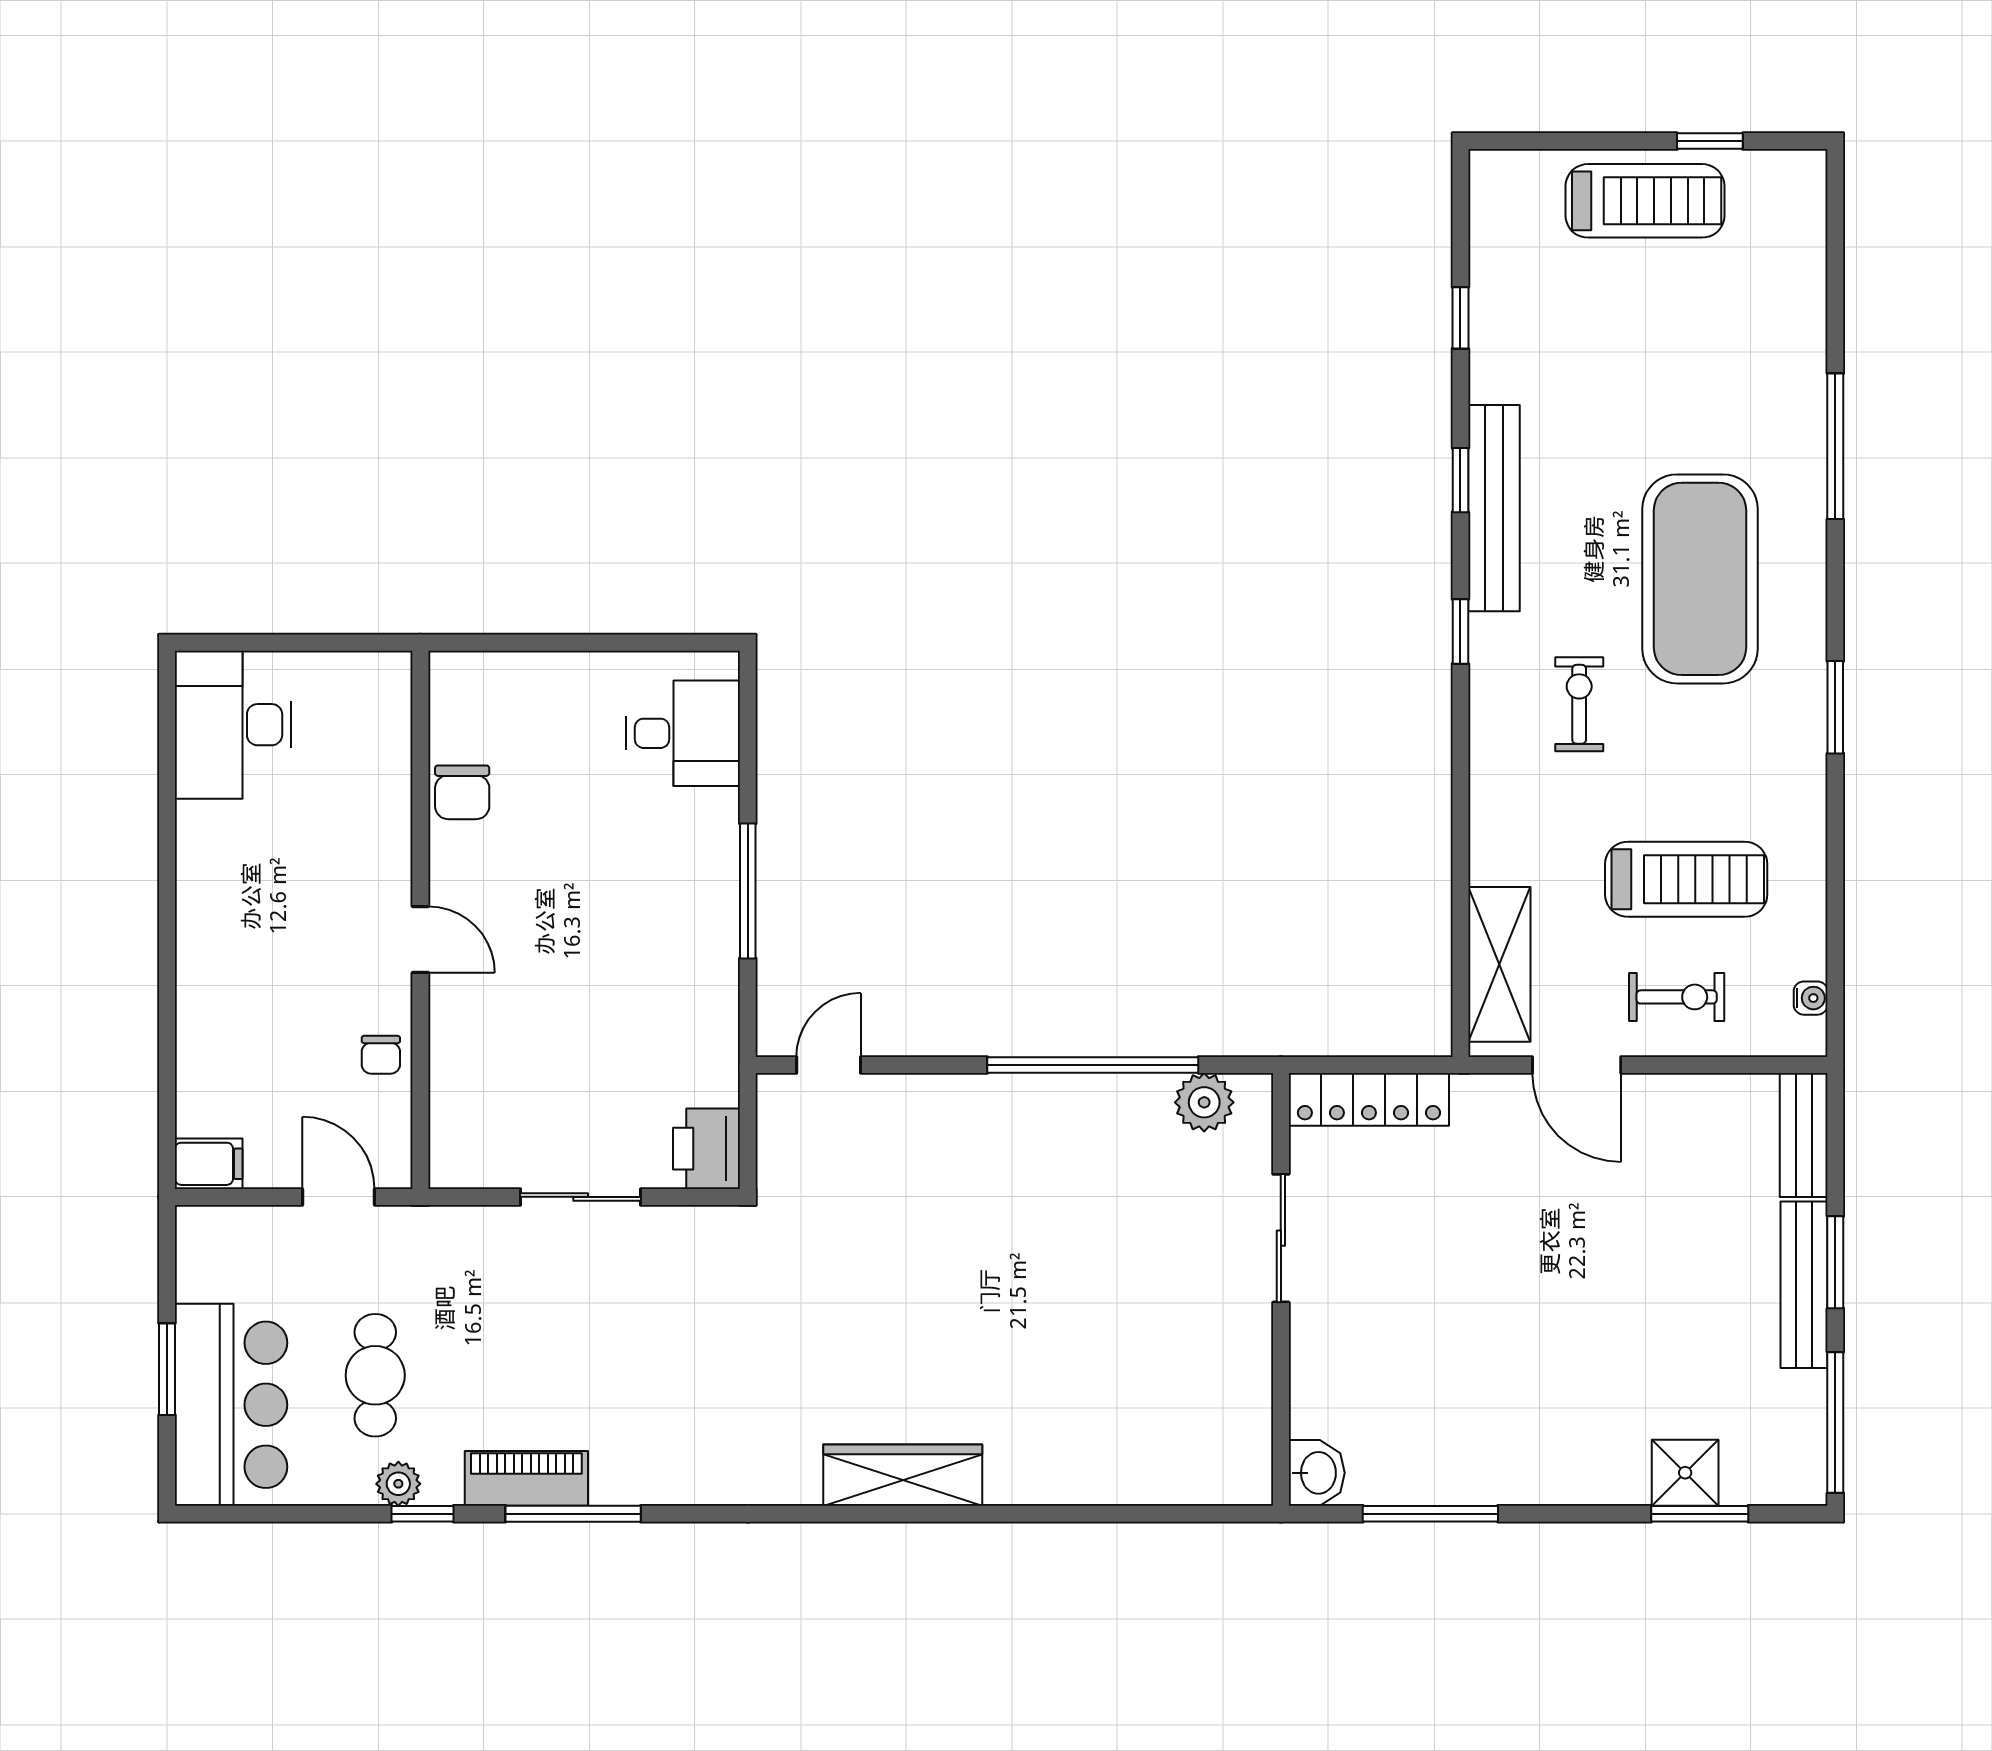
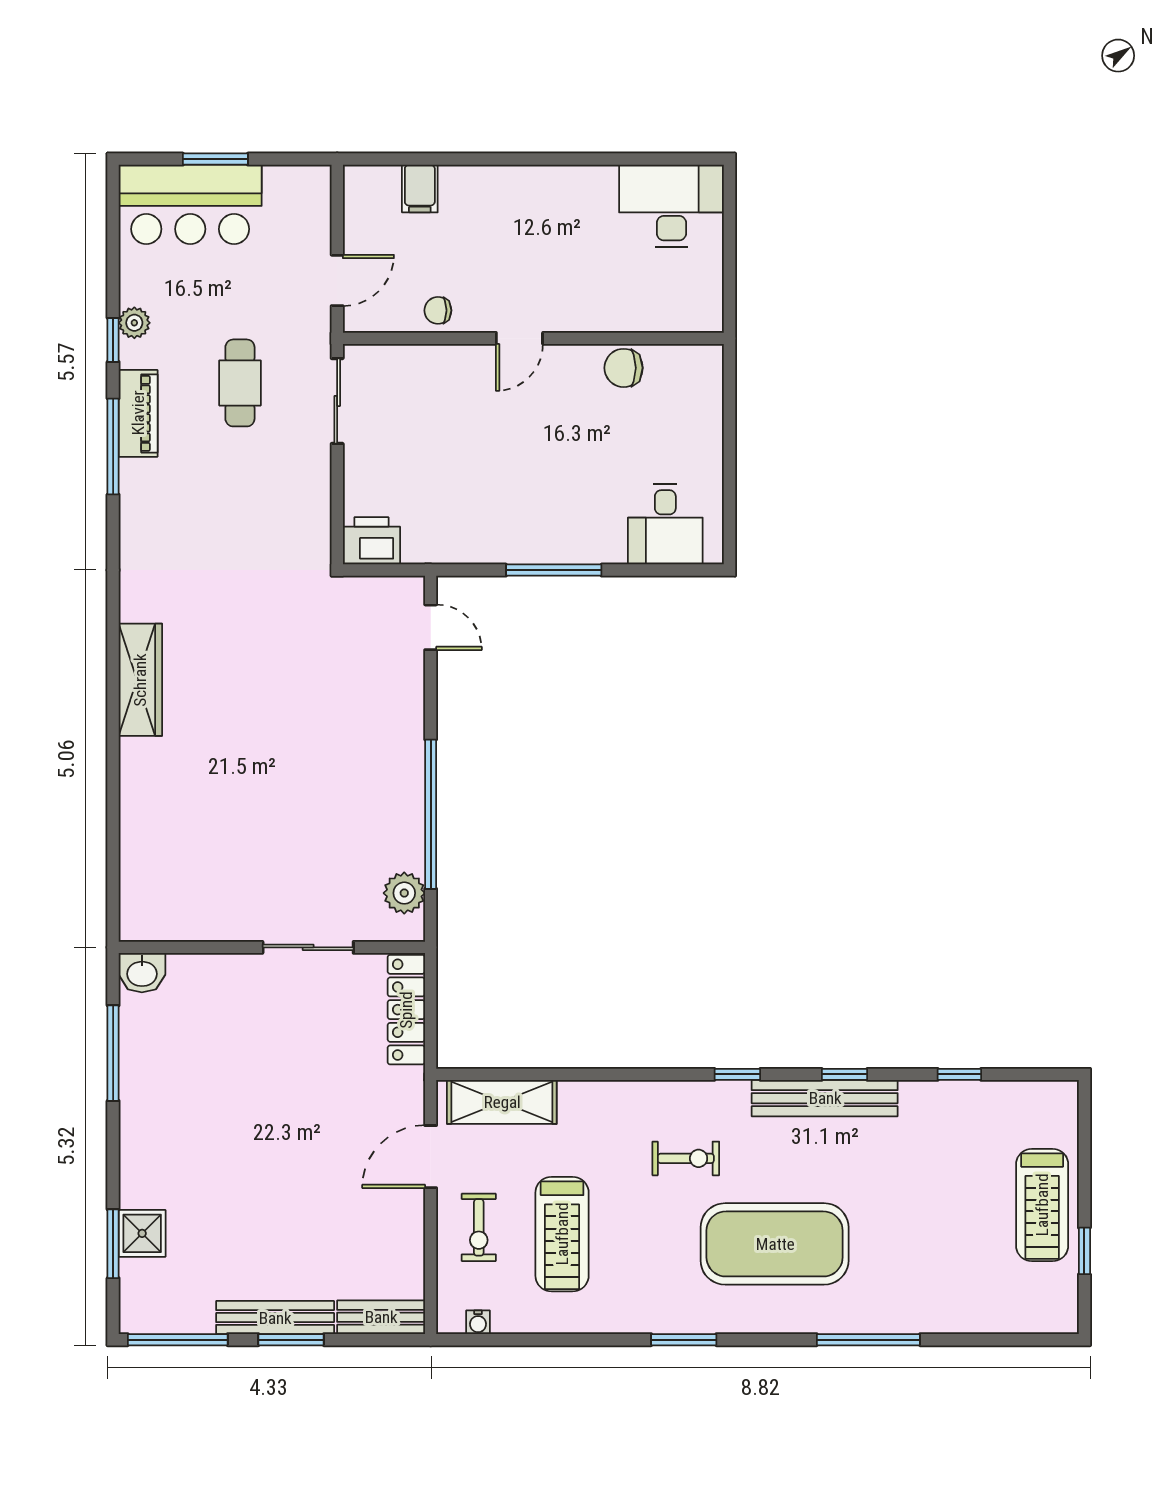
filing cabinet: (209, 1164) -> (420, 189), moved
sliding door: (581, 1197) -> (337, 401), moved
cafe table: (375, 1375) -> (240, 383), moved, turned 90

